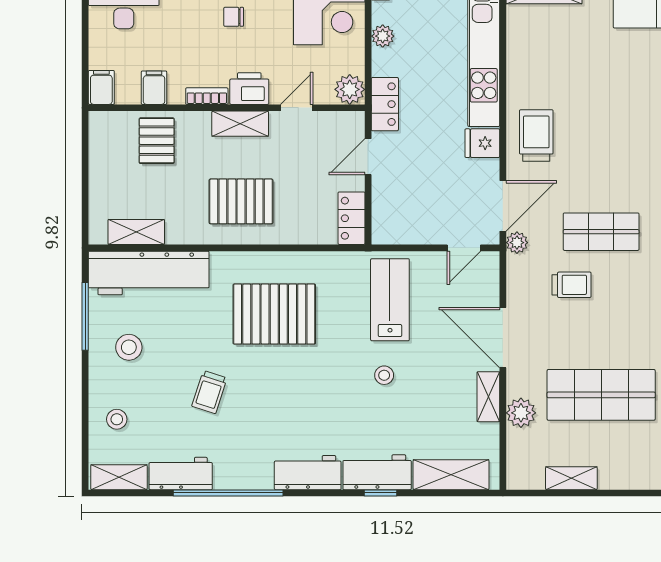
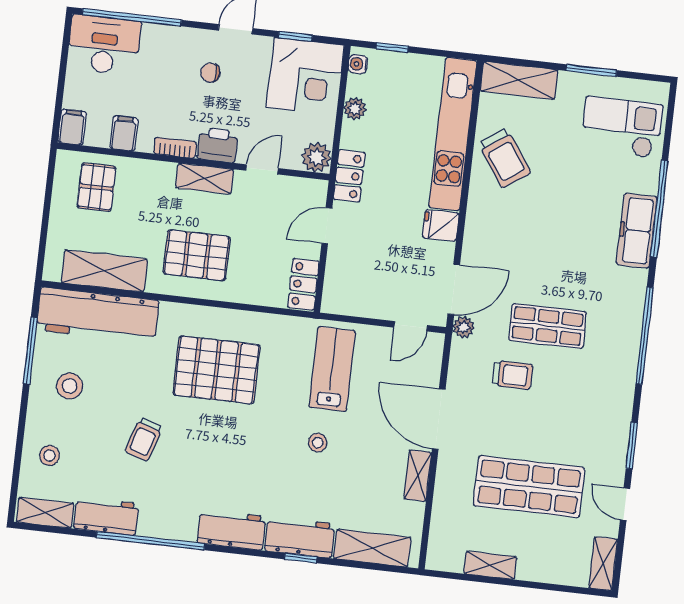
trolley: (536, 136) -> (505, 158), moved, turned 145
pallet: (157, 141) -> (97, 187), moved
shelving: (136, 232) -> (104, 271), width x1.50, depth x1.33
plant: (521, 413) -> (448, 495), removed

